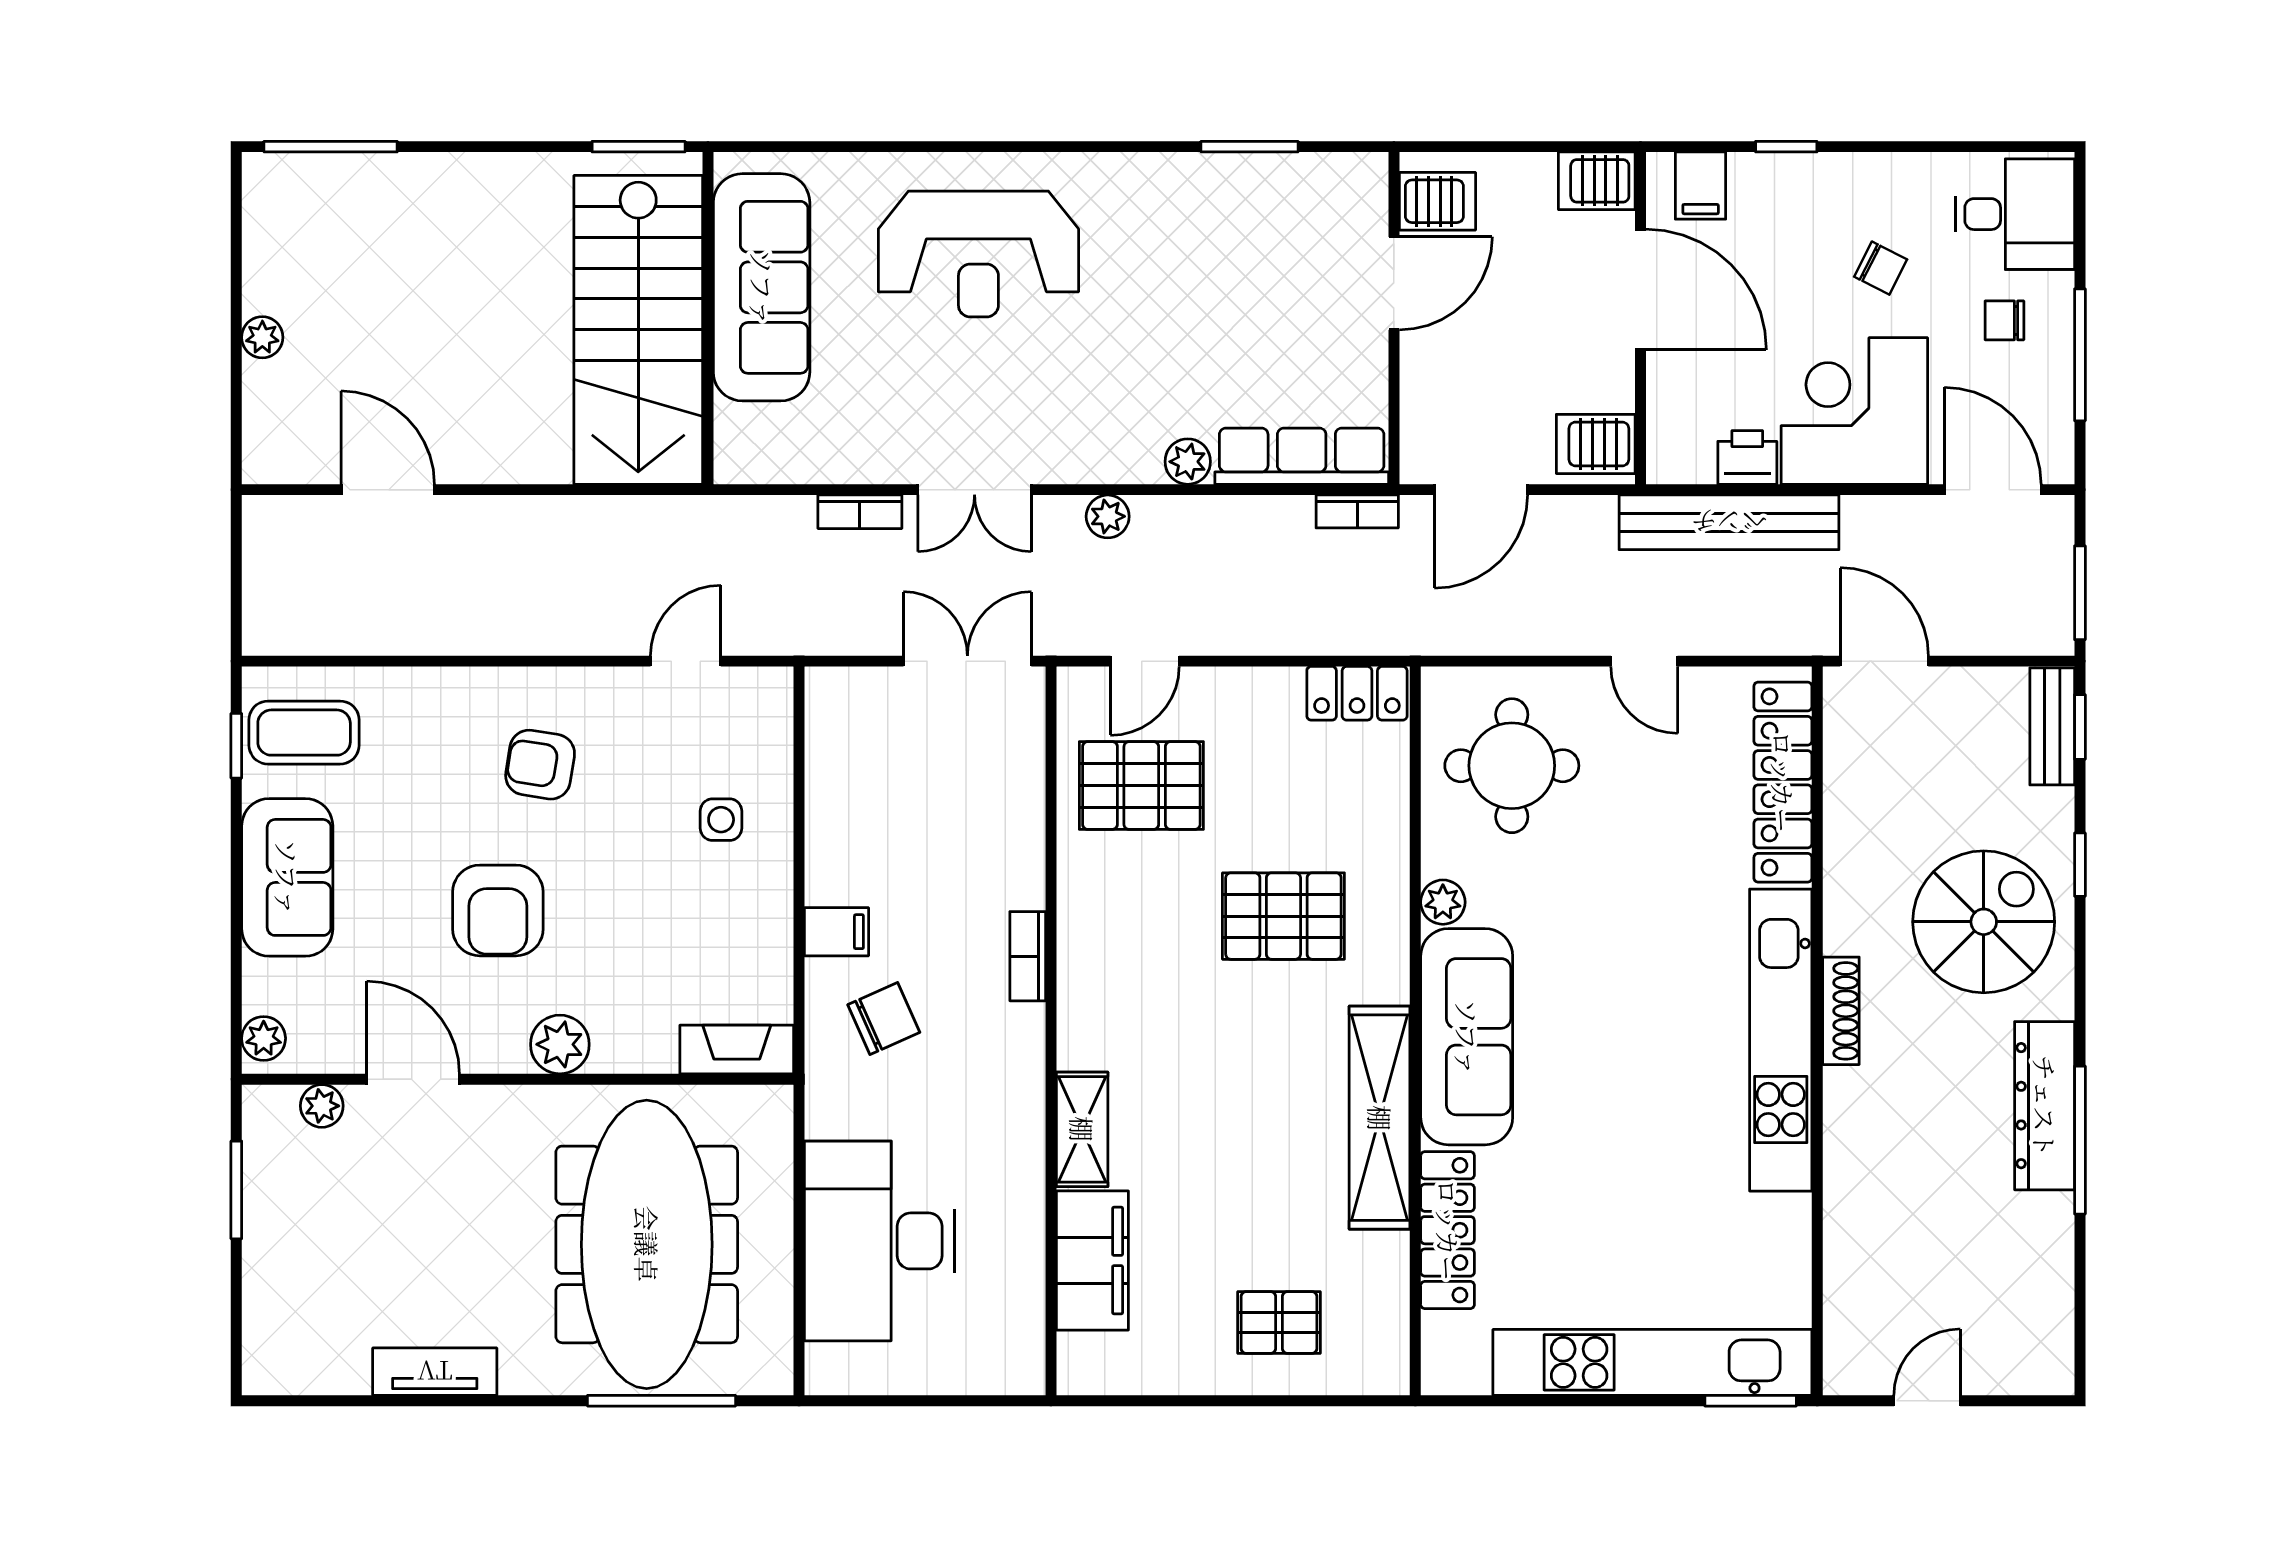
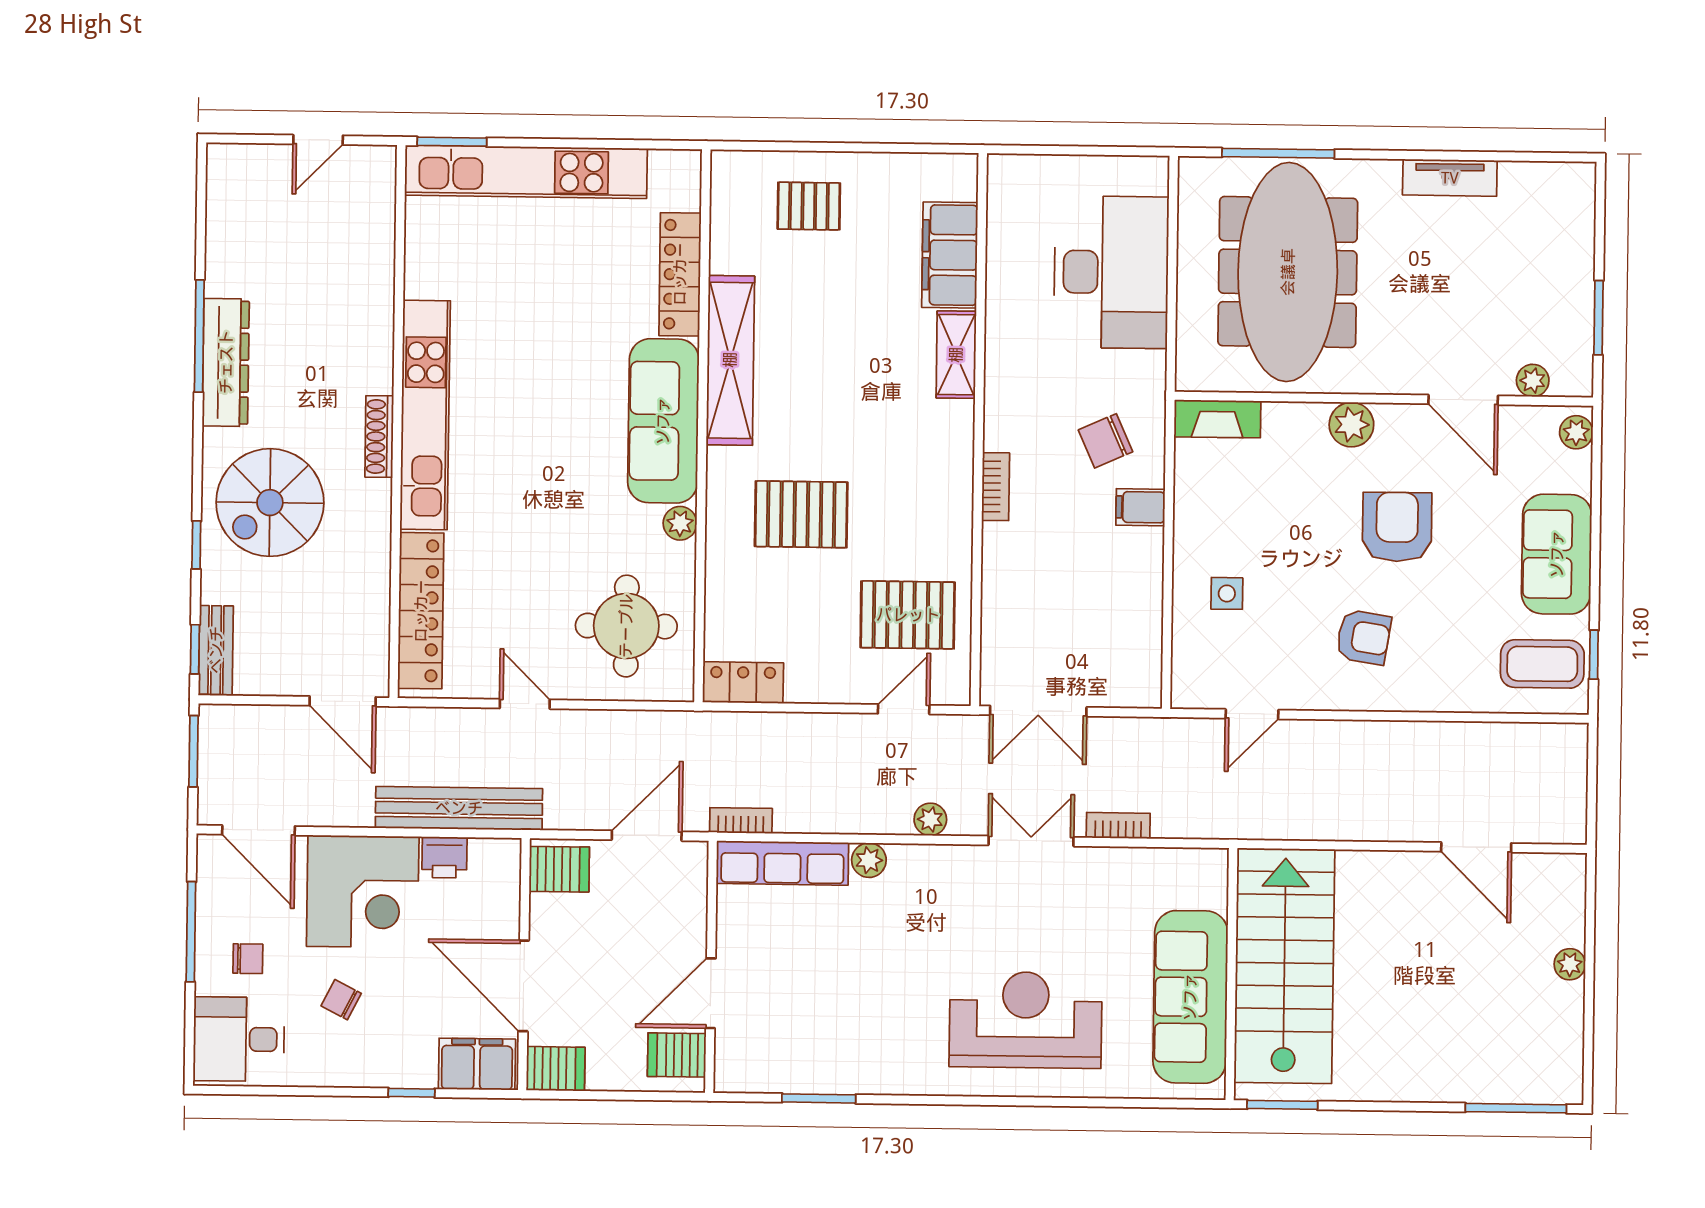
filing cabinet: (1701, 186) -> (477, 1064), width x2.00

